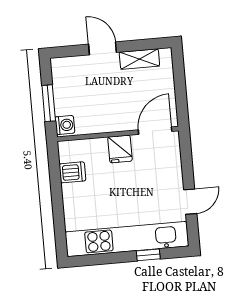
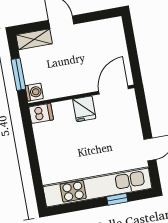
shelving: (139, 59) -> (34, 39), moved
dishwasher: (72, 172) -> (41, 113), moved

